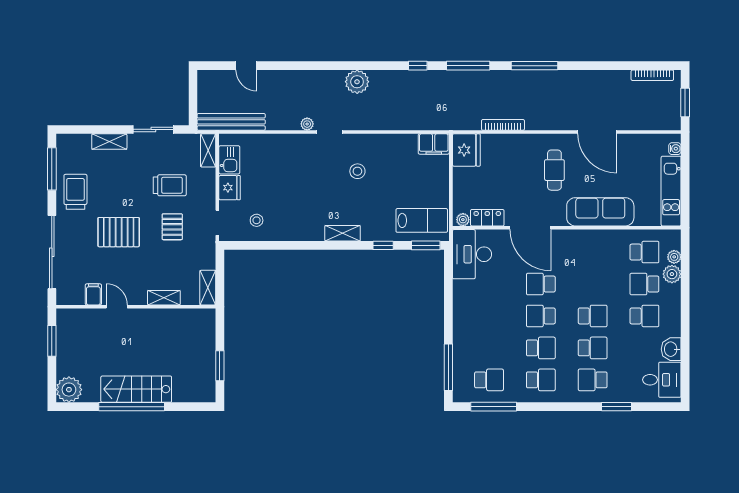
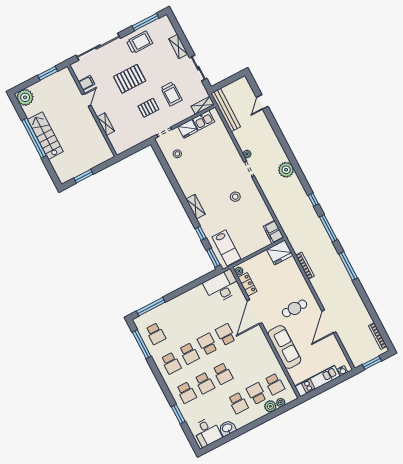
pallet: (119, 232) -> (130, 79), turned 90
shelving: (208, 288) -> (124, 146), removed
school desk: (593, 380) -> (186, 393), turned 180

